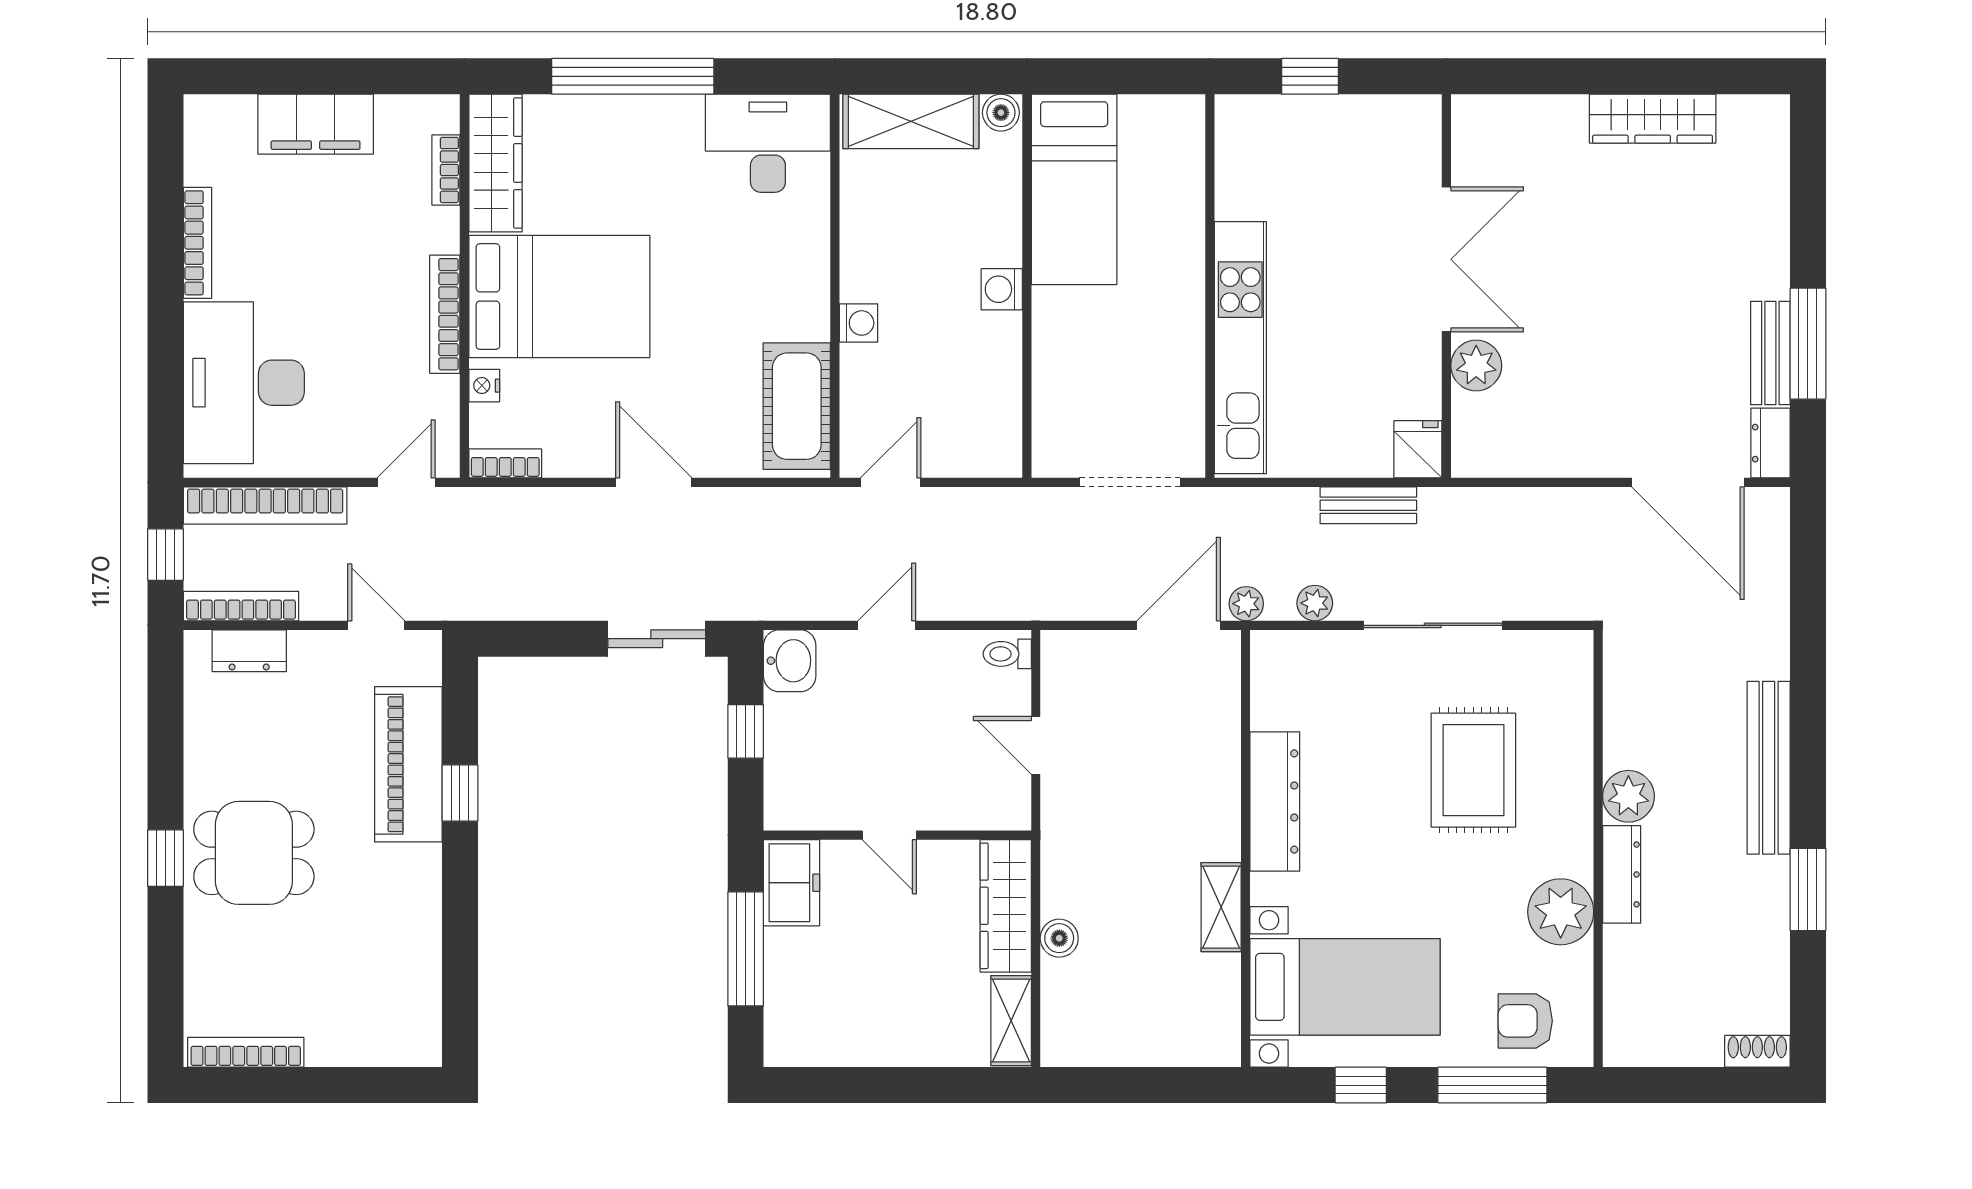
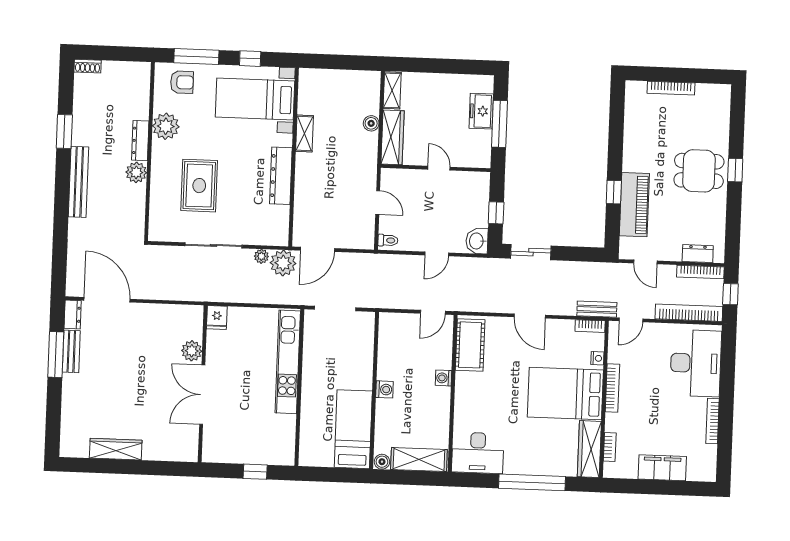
bench: (1368, 505) -> (597, 309), moved
plant: (1246, 604) -> (283, 263), width x1.88, depth x1.88
freezer: (792, 883) -> (481, 111), moved
bookcase: (246, 1052) -> (671, 88), moved

